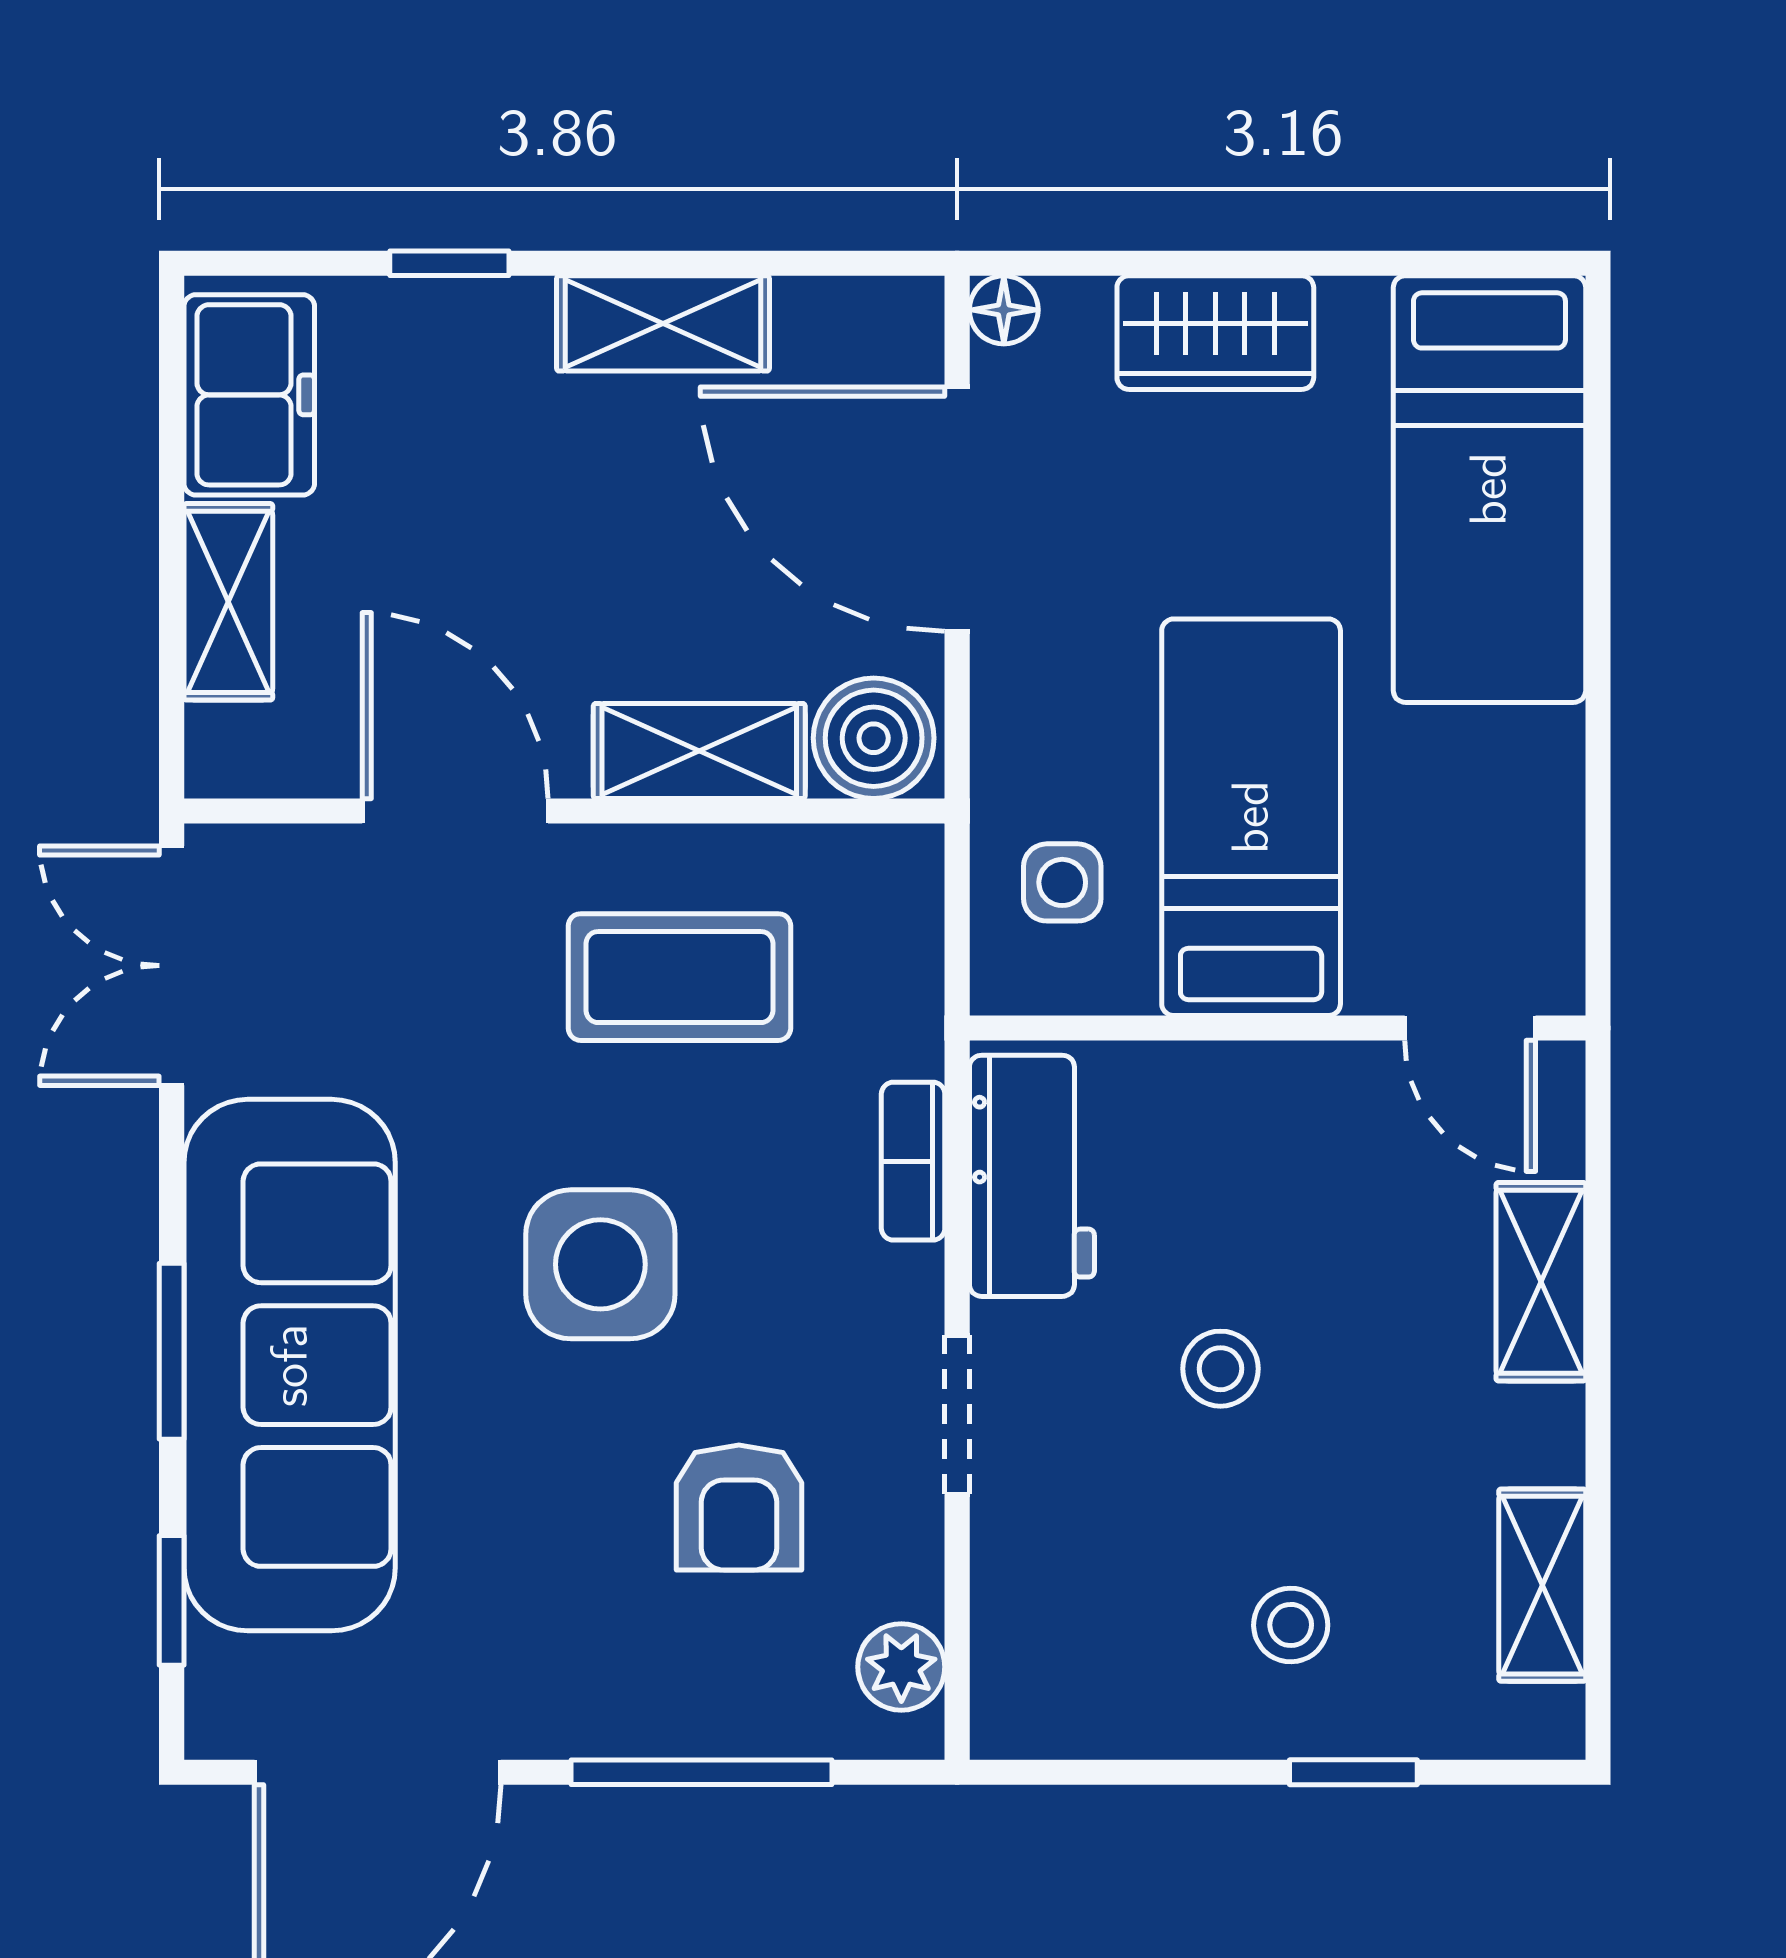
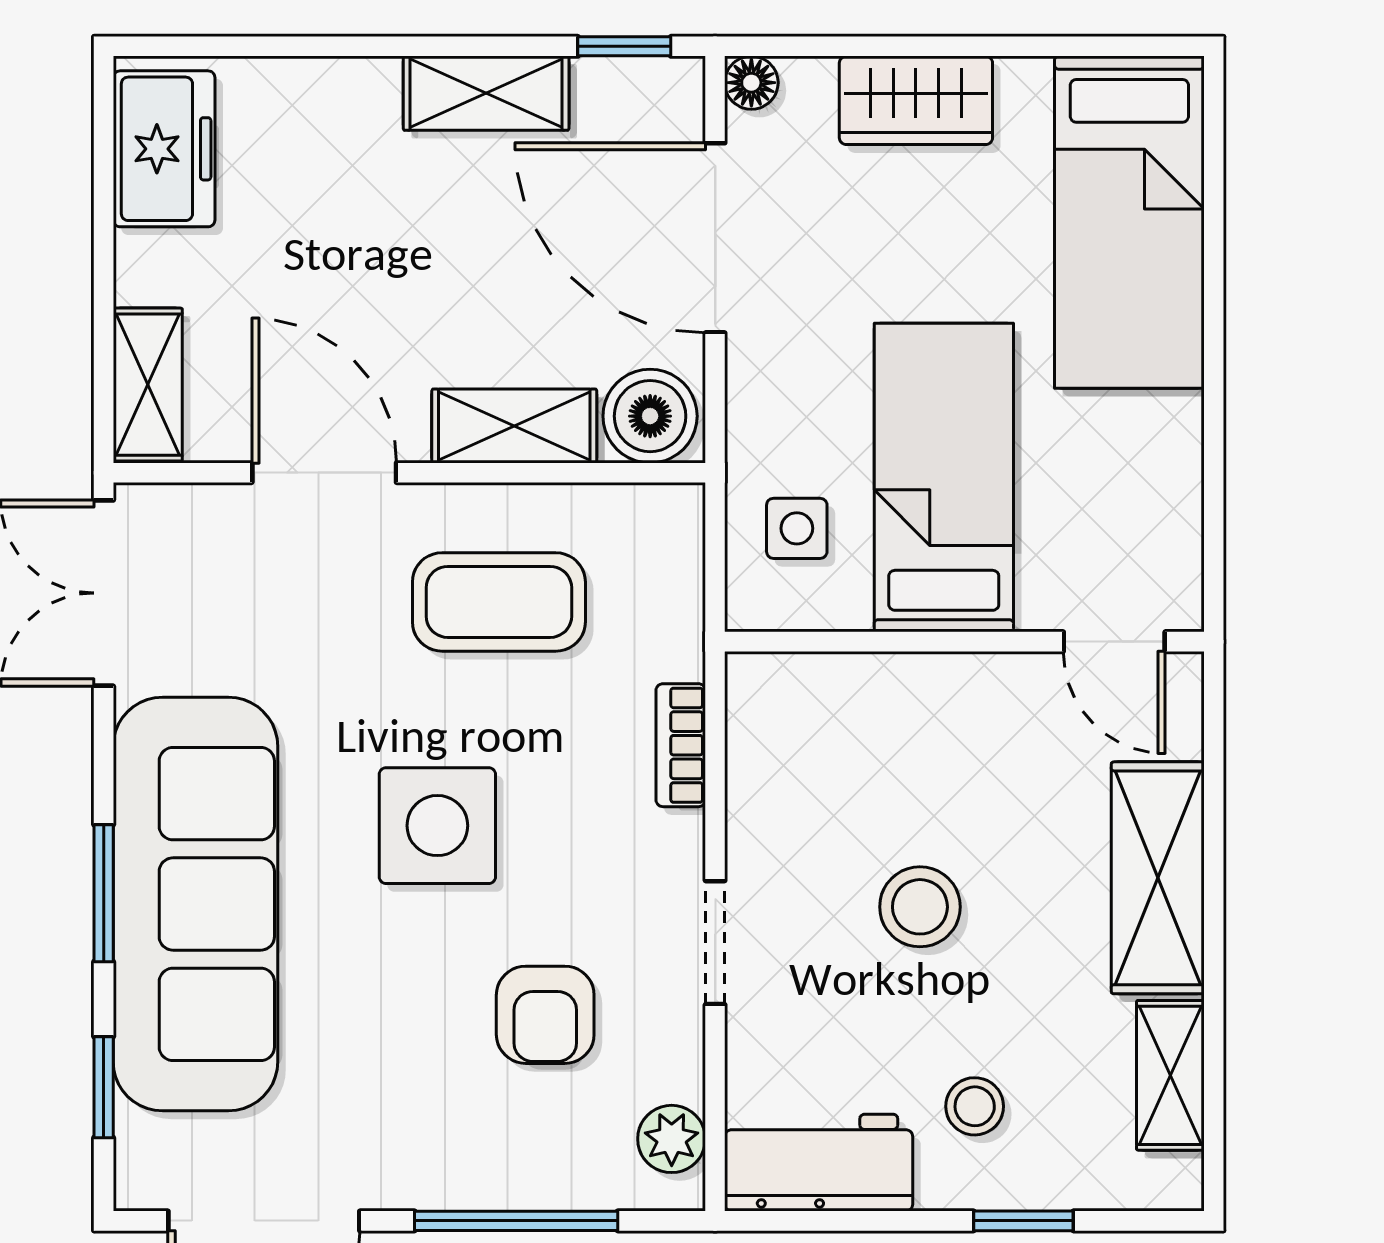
window: (449, 263) -> (624, 46), moved
shelving: (228, 602) -> (148, 385), moved
workbench: (1032, 1176) -> (819, 1163), moved, turned -90
shelving: (1541, 1282) -> (1158, 878), width x1.50, depth x1.33
stool: (1220, 1369) -> (920, 907), width x1.37, depth x1.37

